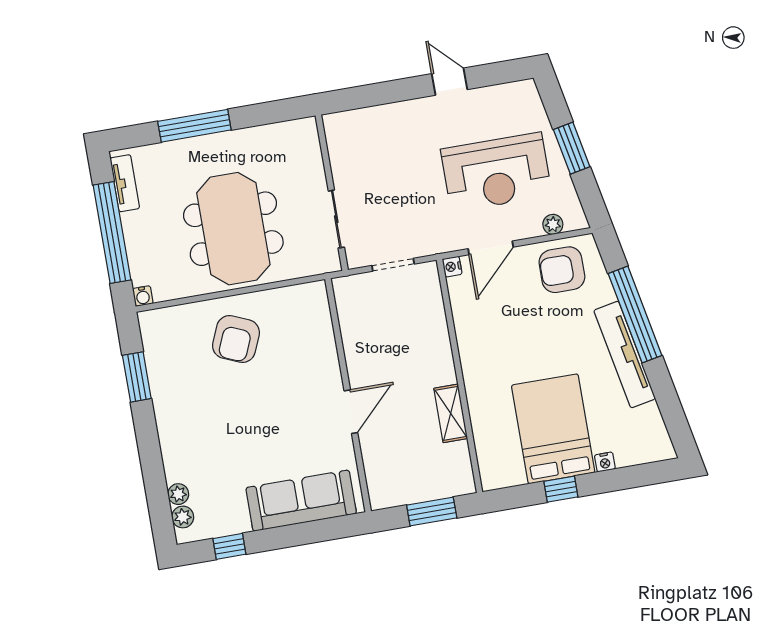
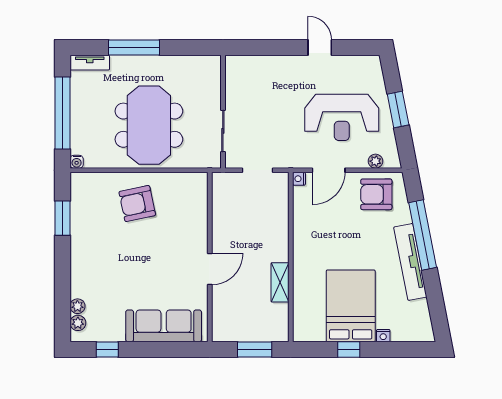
tv unit: (125, 183) -> (90, 63), moved, turned 90
armchair: (236, 339) -> (137, 204), turned 55

